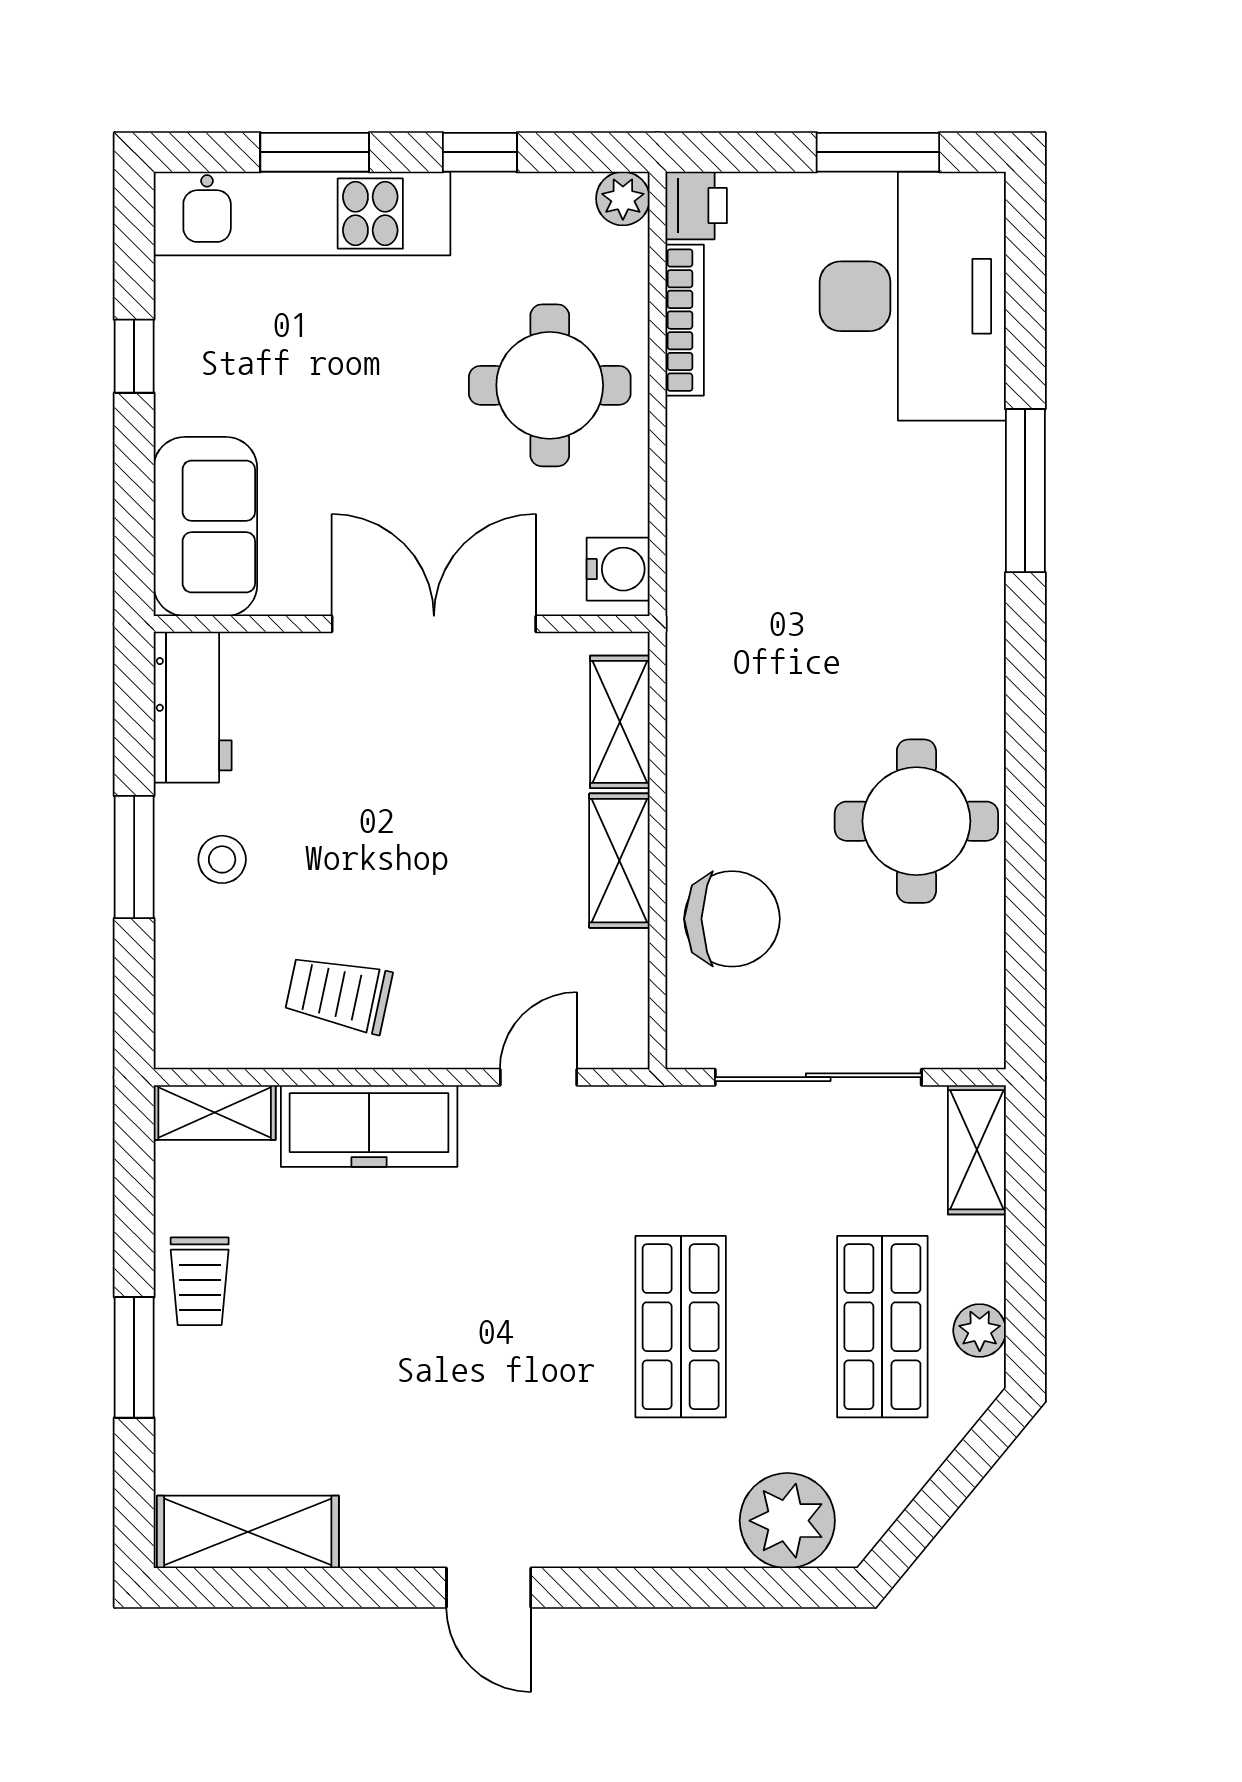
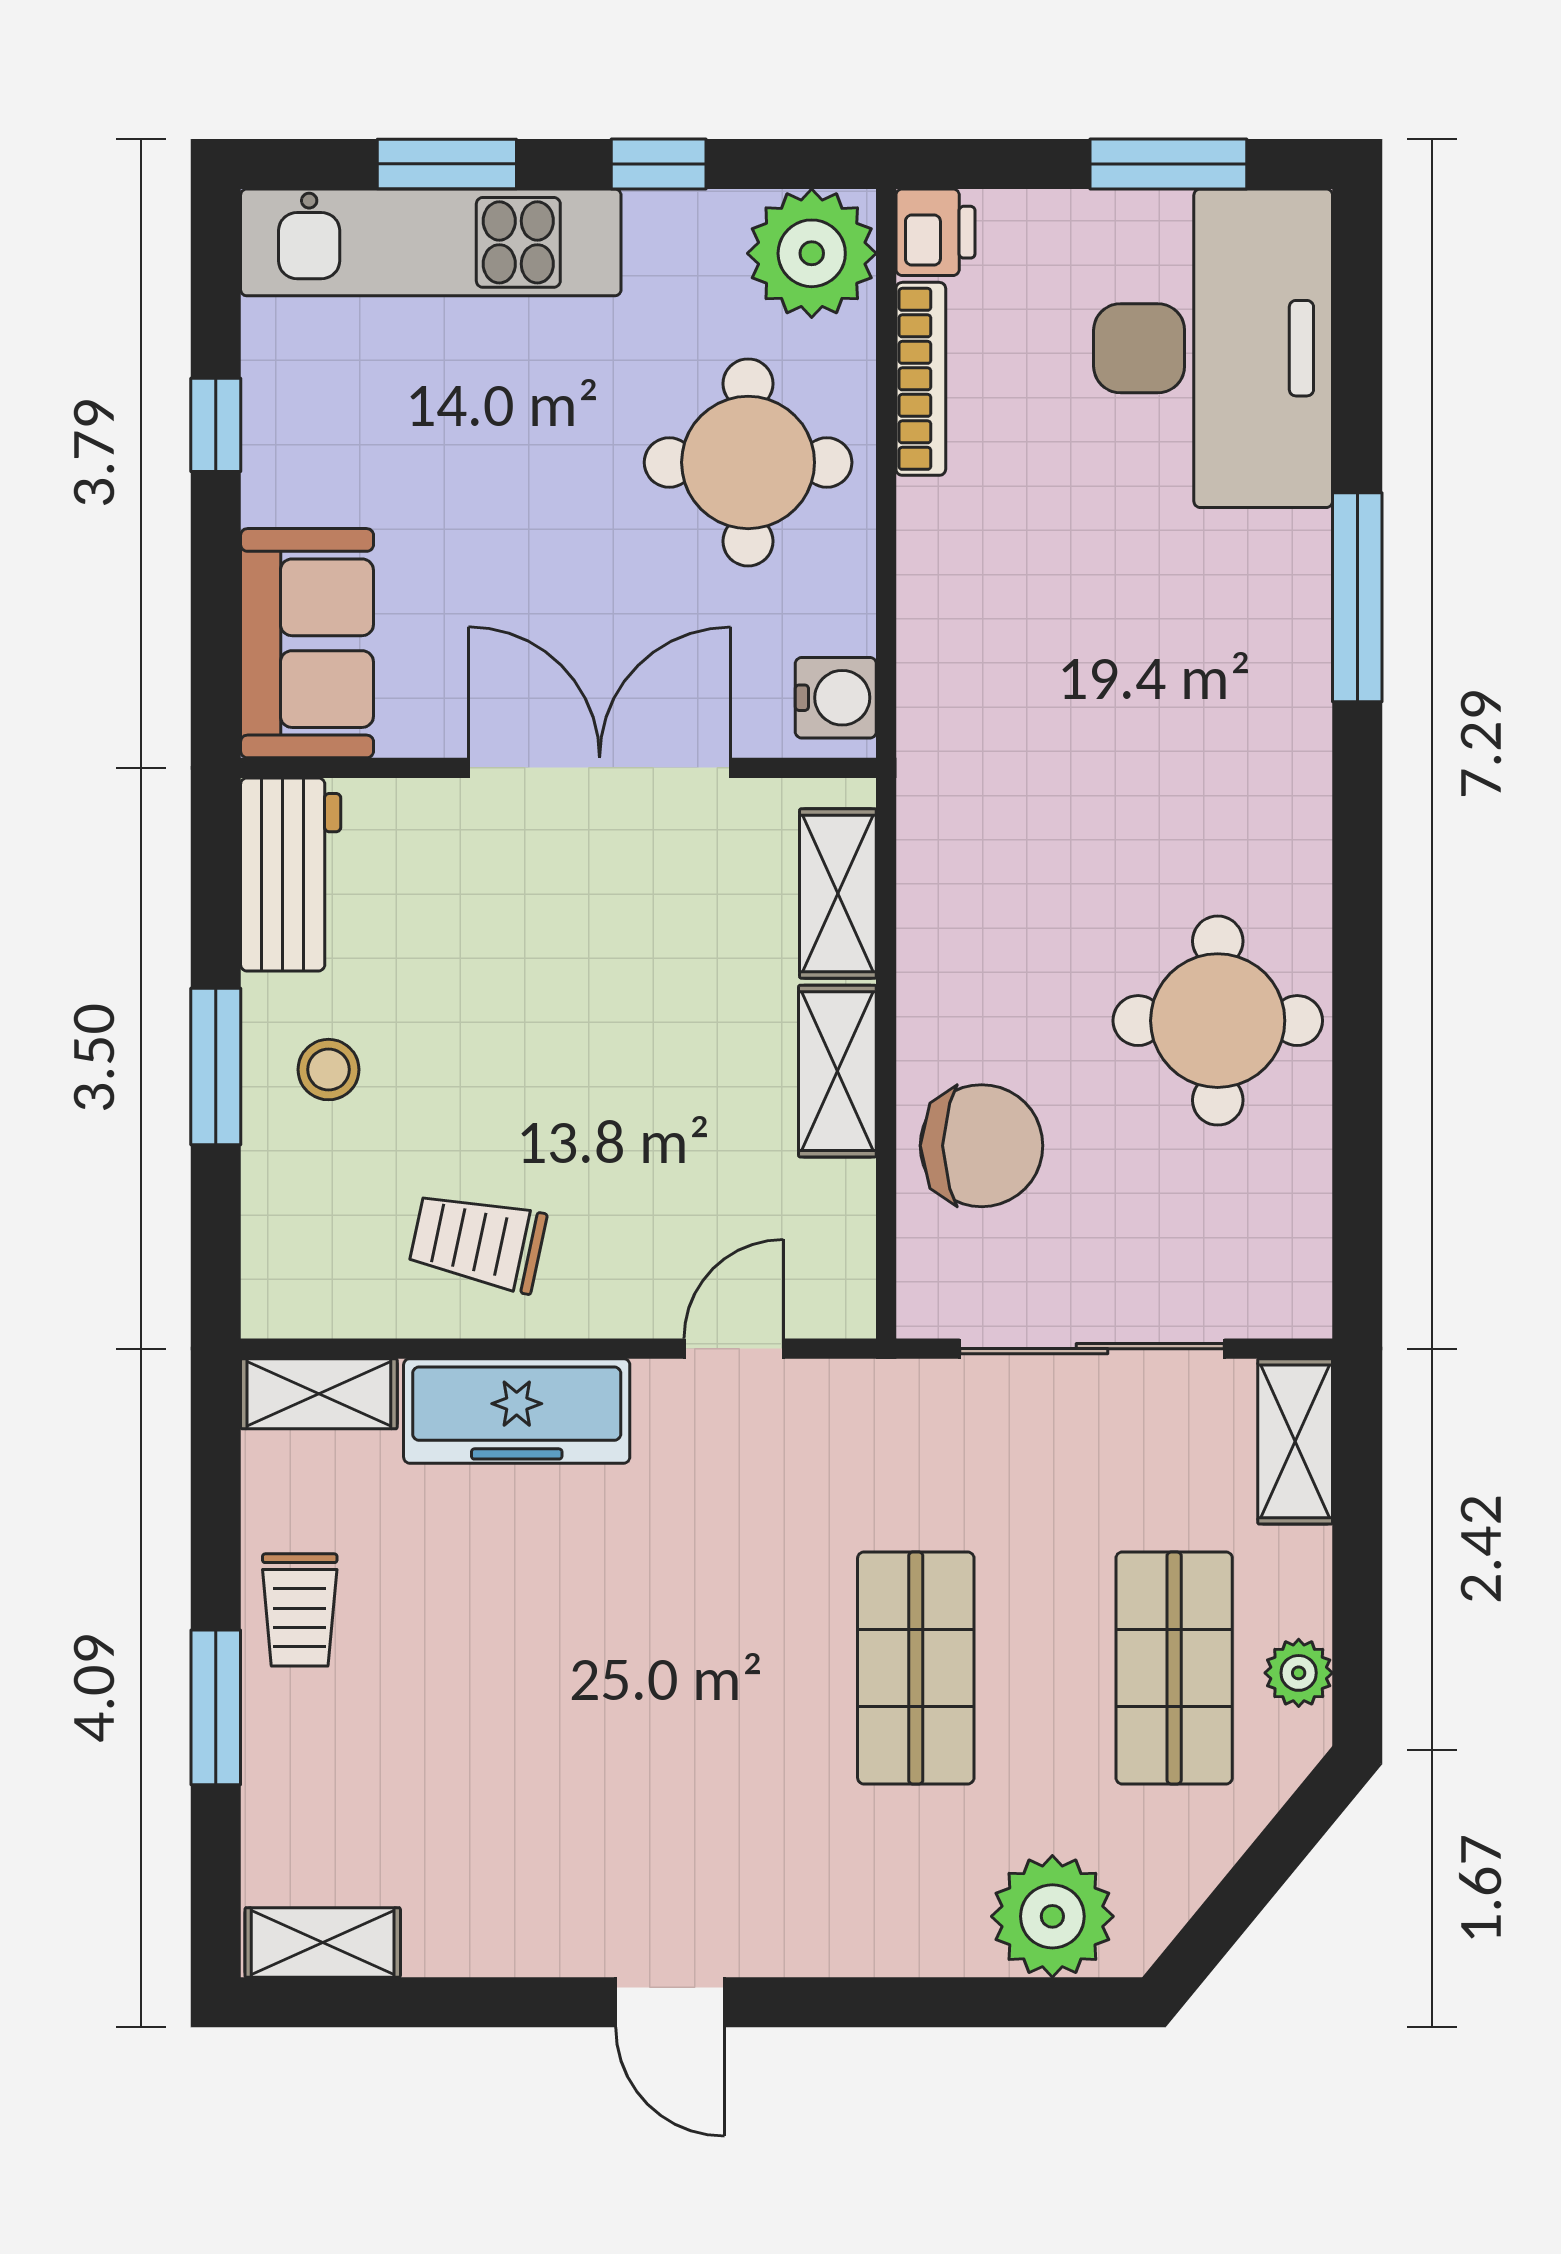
plant: (623, 199) -> (812, 253), width x1.88, depth x1.88
shelving: (248, 1532) -> (323, 1942), width x0.67, depth x0.75

